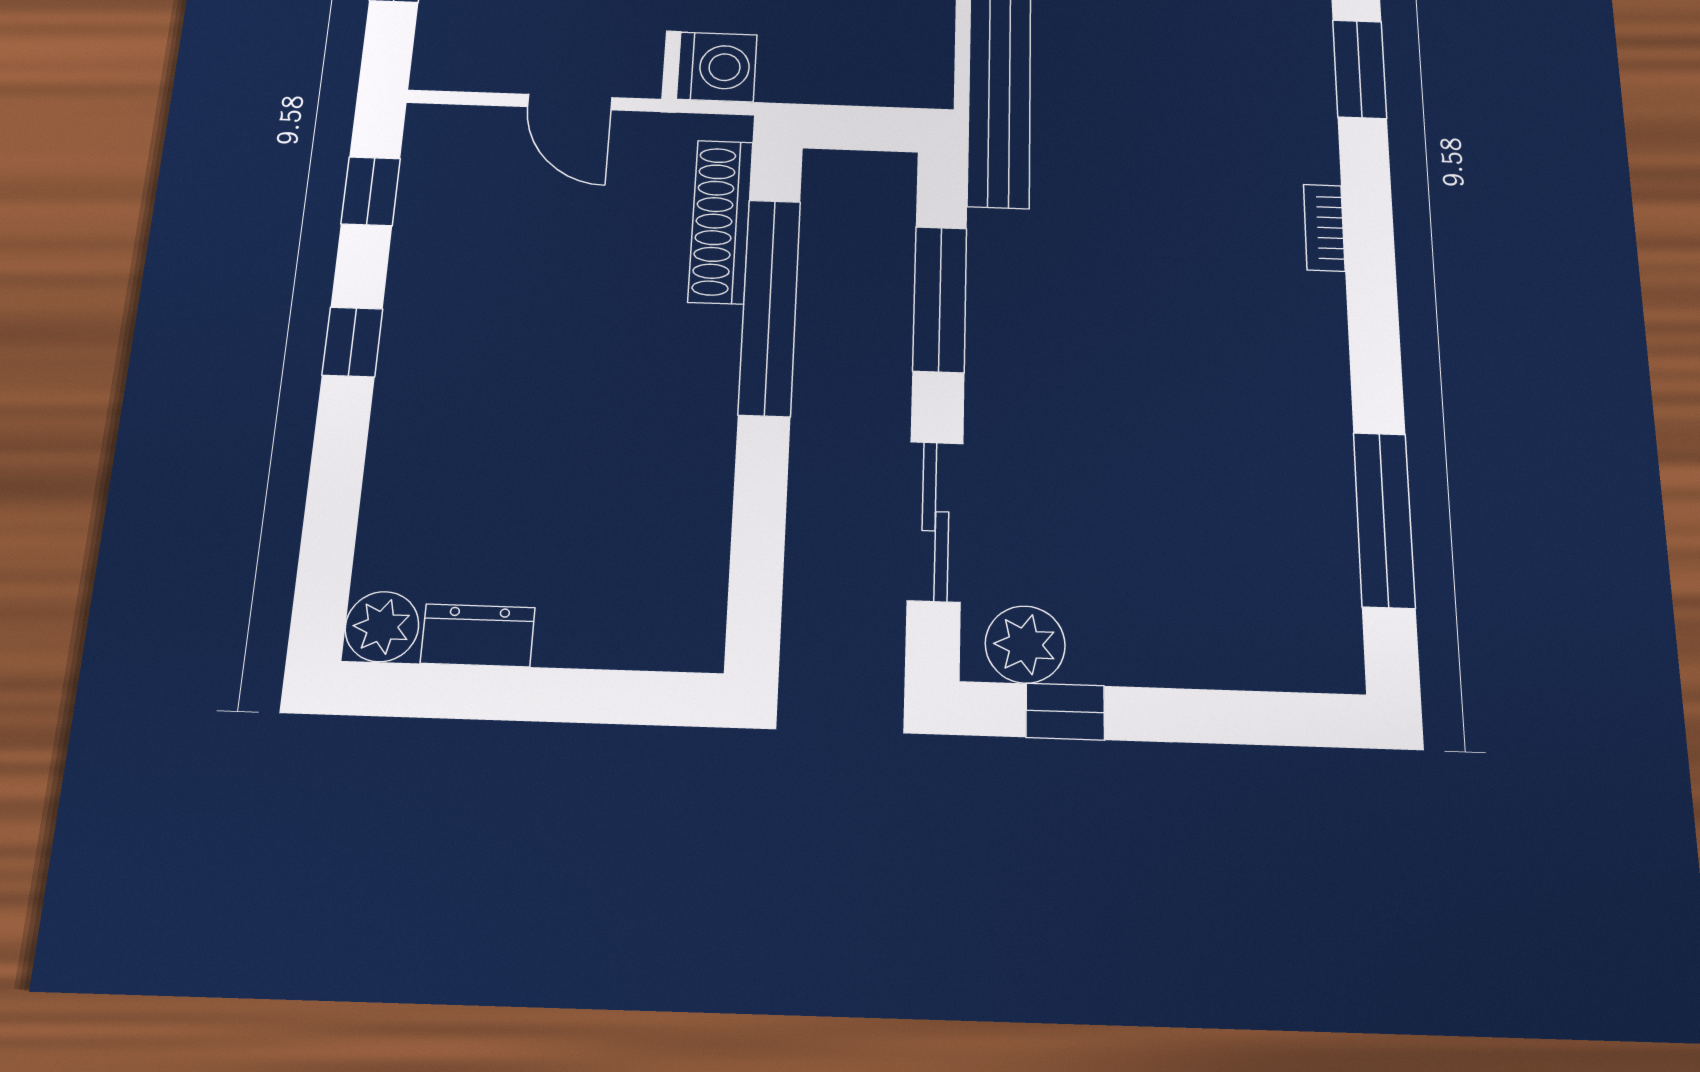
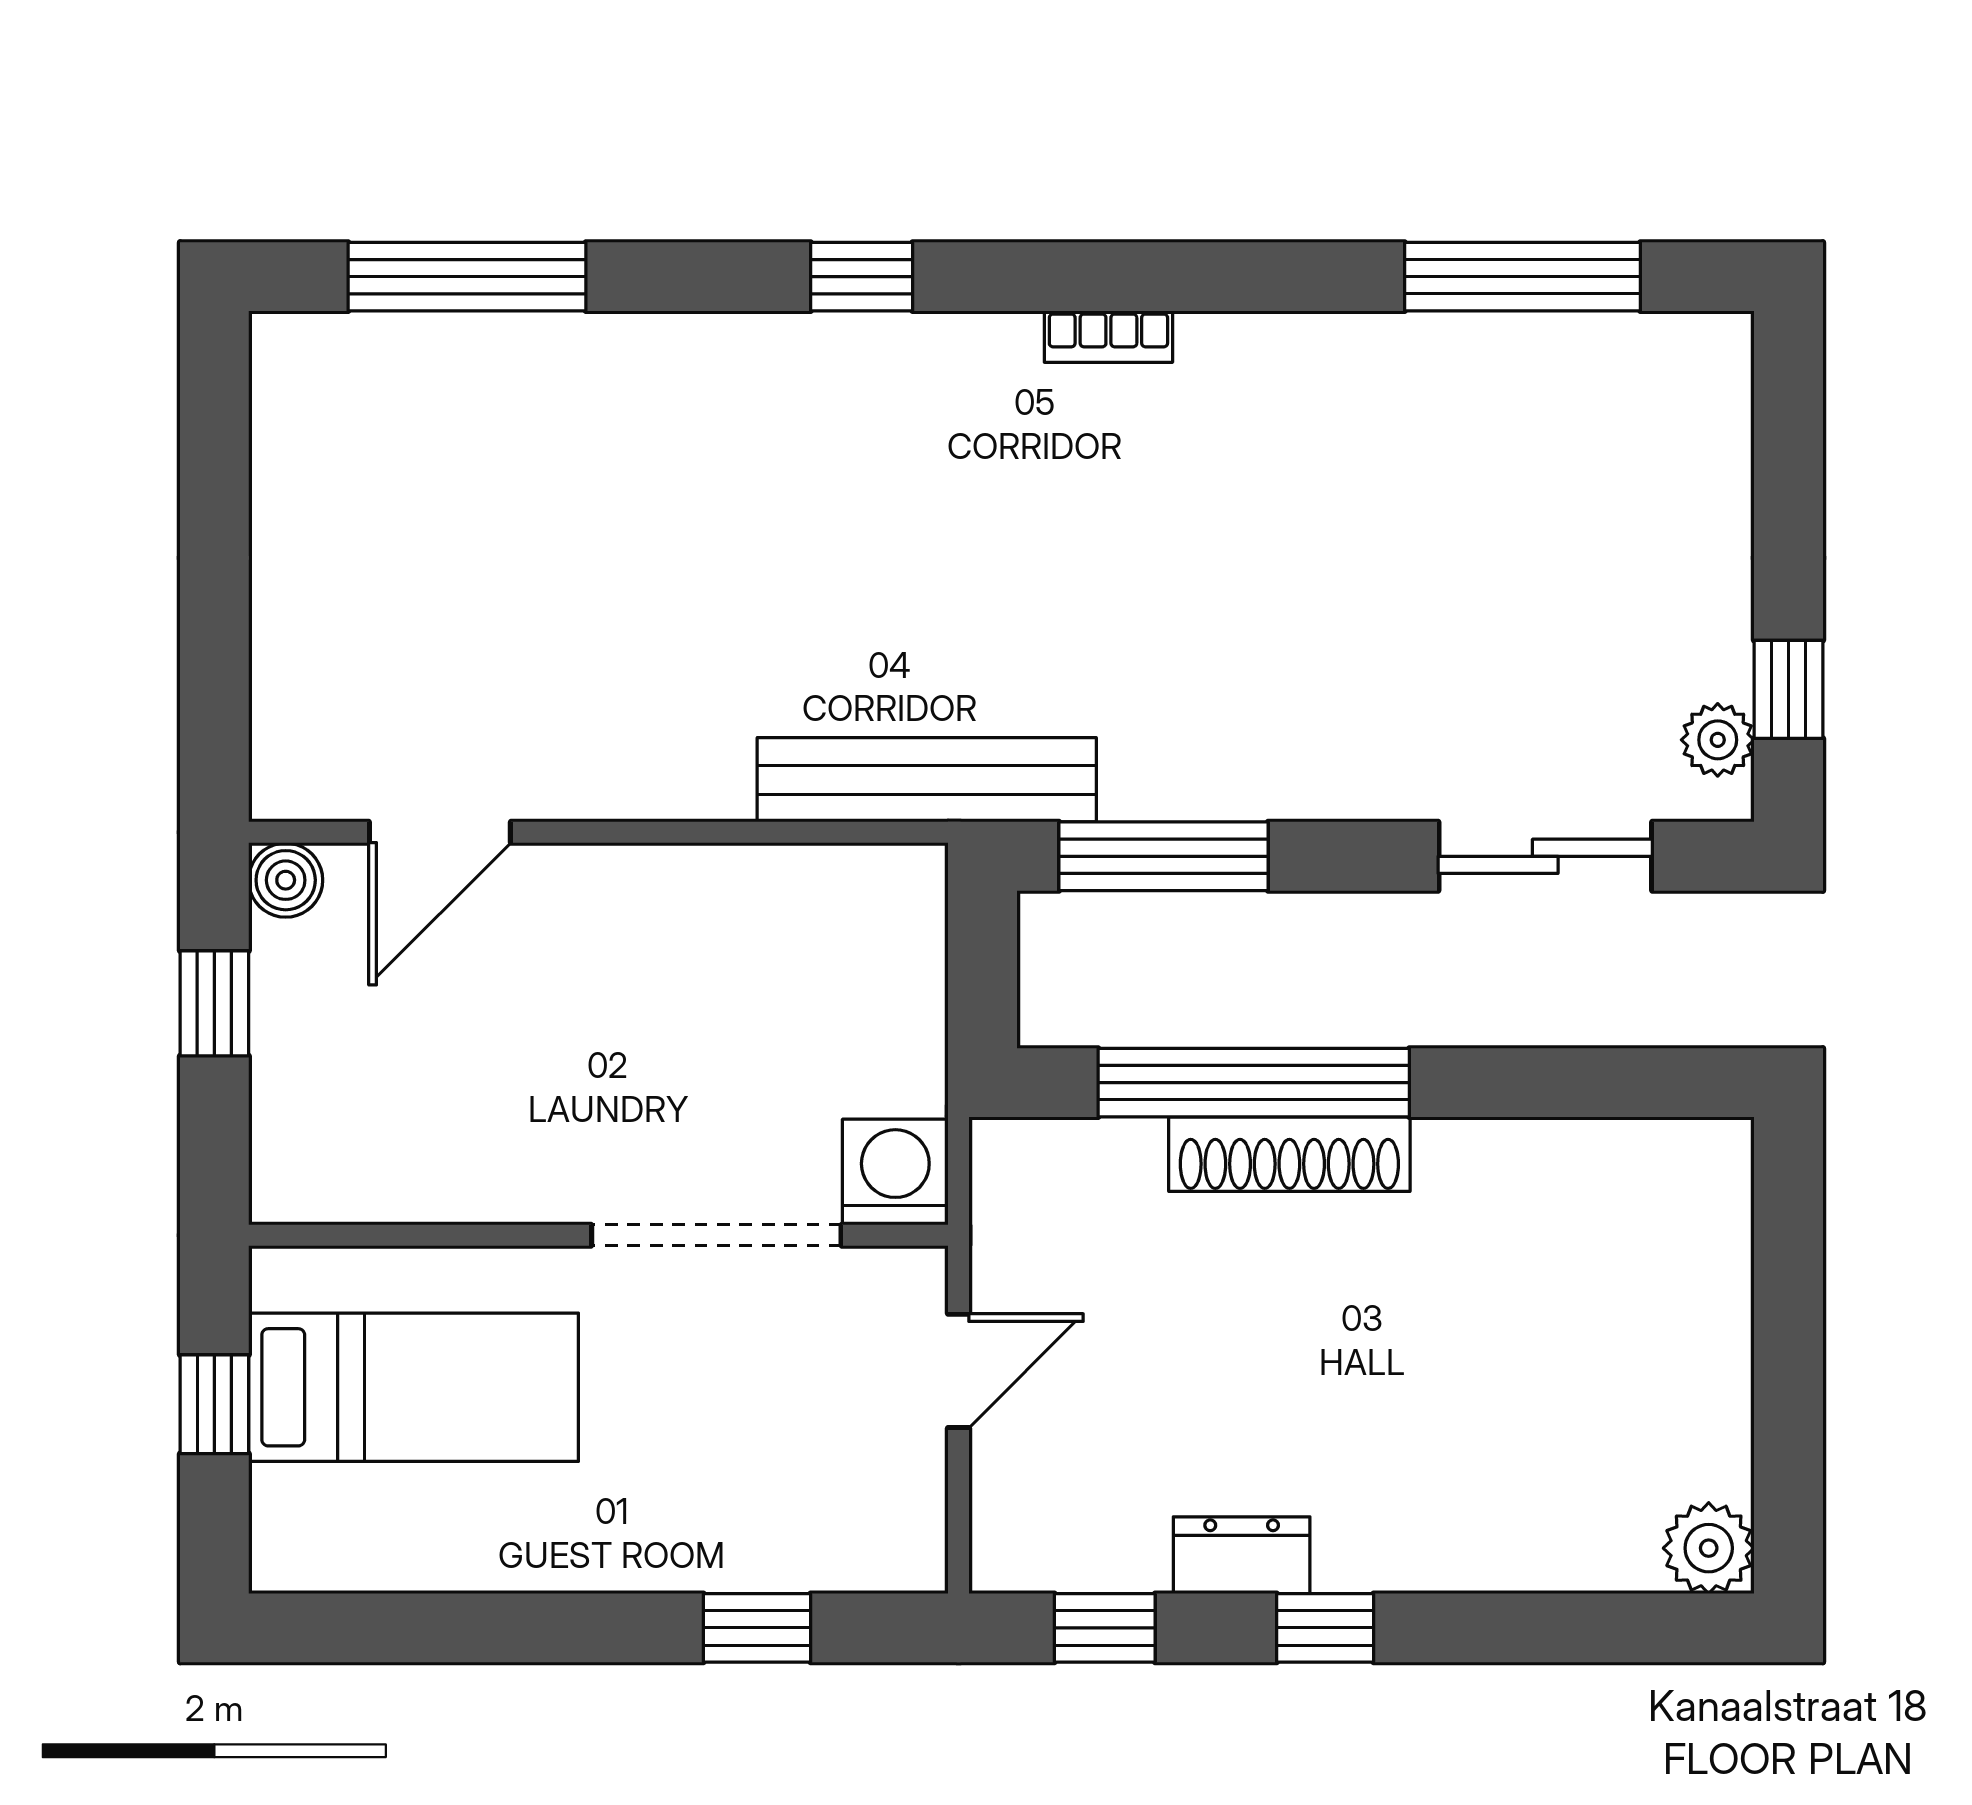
window: (1360, 69) -> (862, 277), width x0.67
shoe rack: (721, 221) -> (1289, 1154), moved
window: (940, 299) -> (1164, 856), moved
dresser: (478, 635) -> (1242, 1555), moved, turned 90
plant: (1025, 644) -> (1718, 740), width x0.73, depth x0.73

